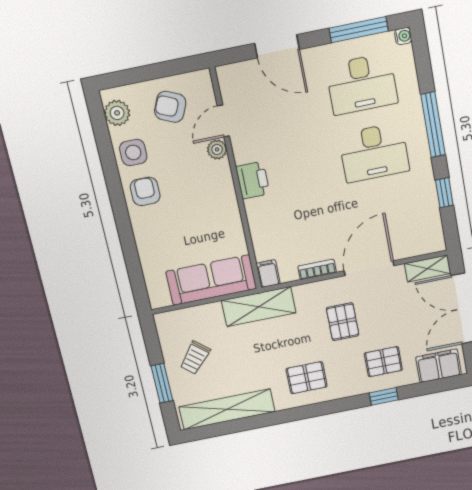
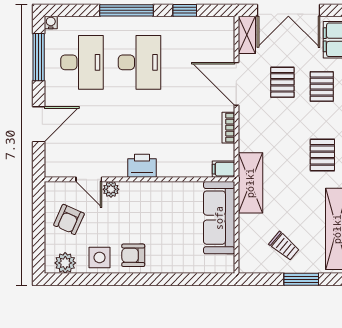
pallet: (343, 322) -> (282, 82), moved, turned 90

